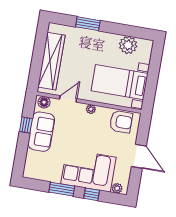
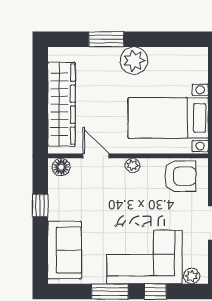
plant: (128, 45) -> (134, 61), moved
door: (68, 99) -> (96, 156), hinge flipped
sofa: (41, 132) -> (65, 250), moved

